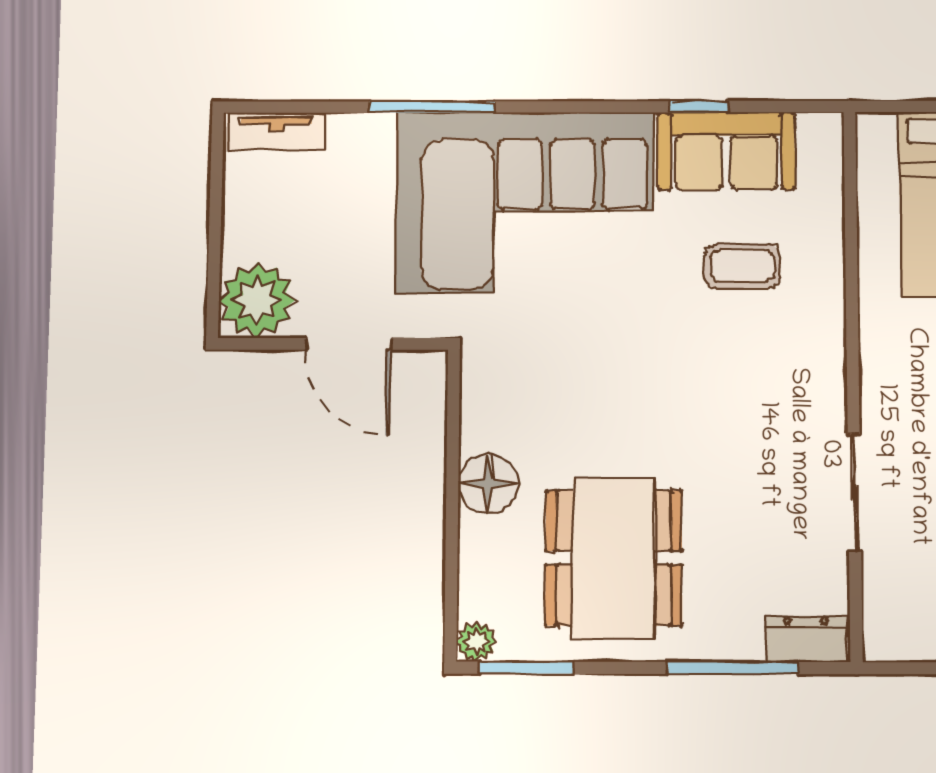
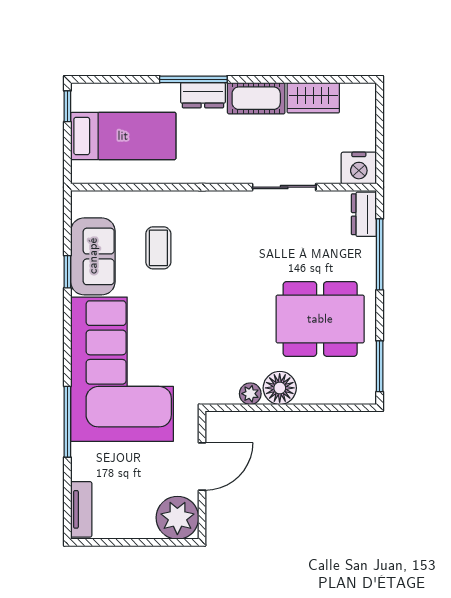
nightstand: (891, 629) -> (359, 168), added
plant: (476, 642) -> (250, 394), moved

